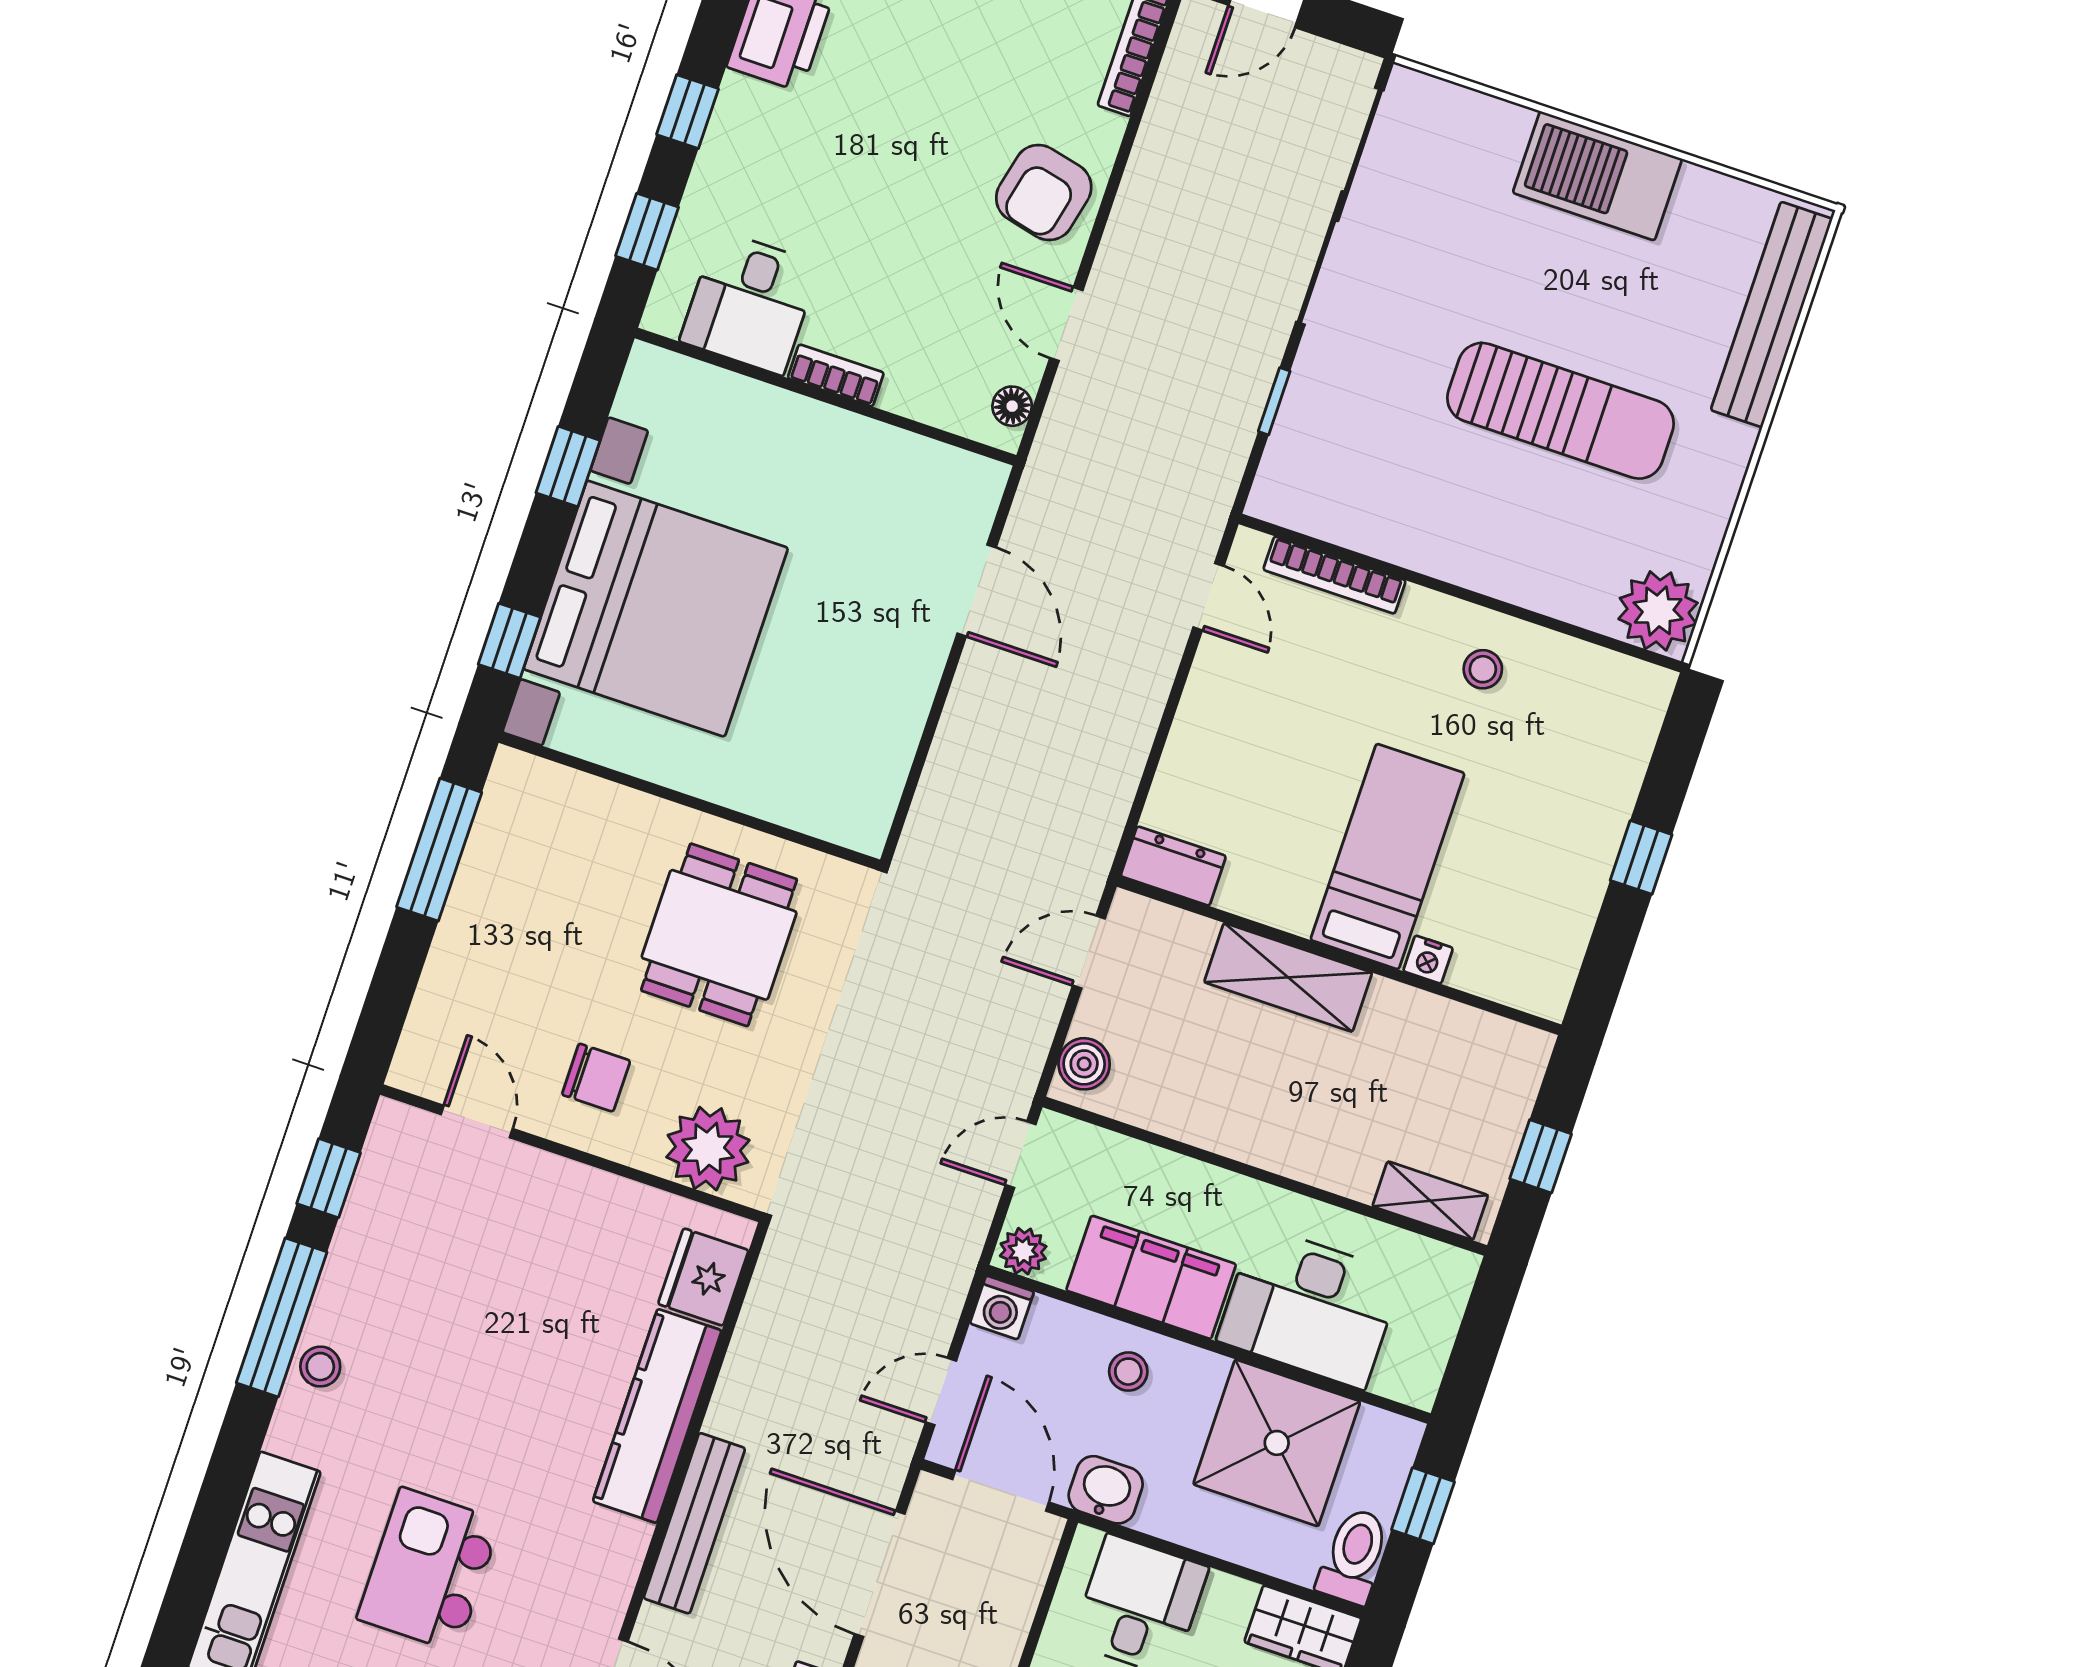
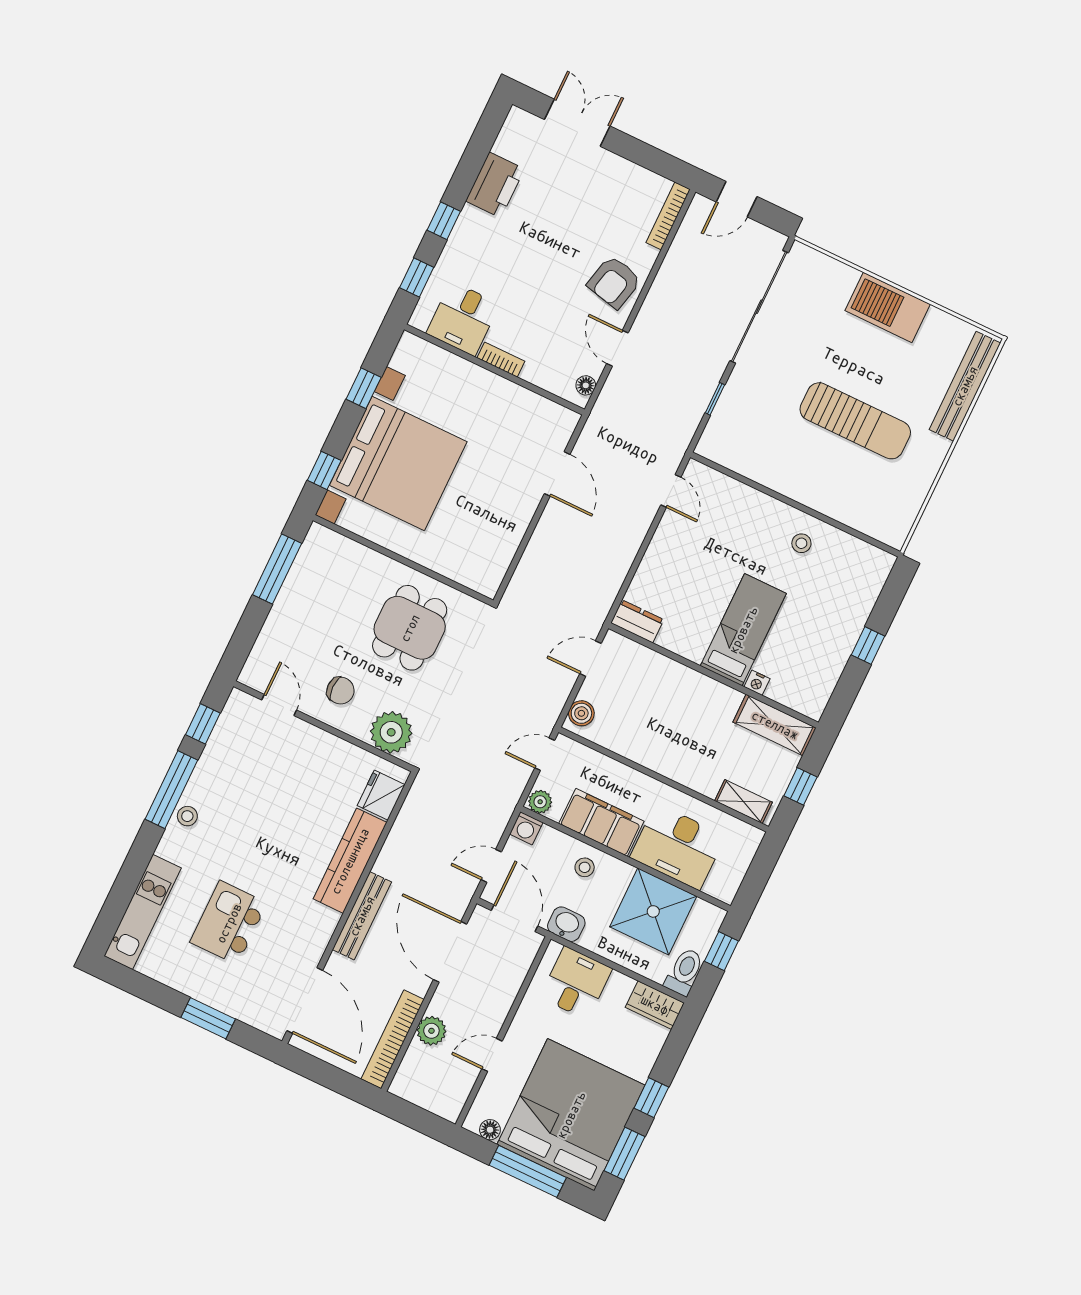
bookcase: (1334, 575) -> (734, 488), removed
plant: (1658, 611) -> (891, 525), removed
shelving: (1288, 977) -> (775, 725), moved

